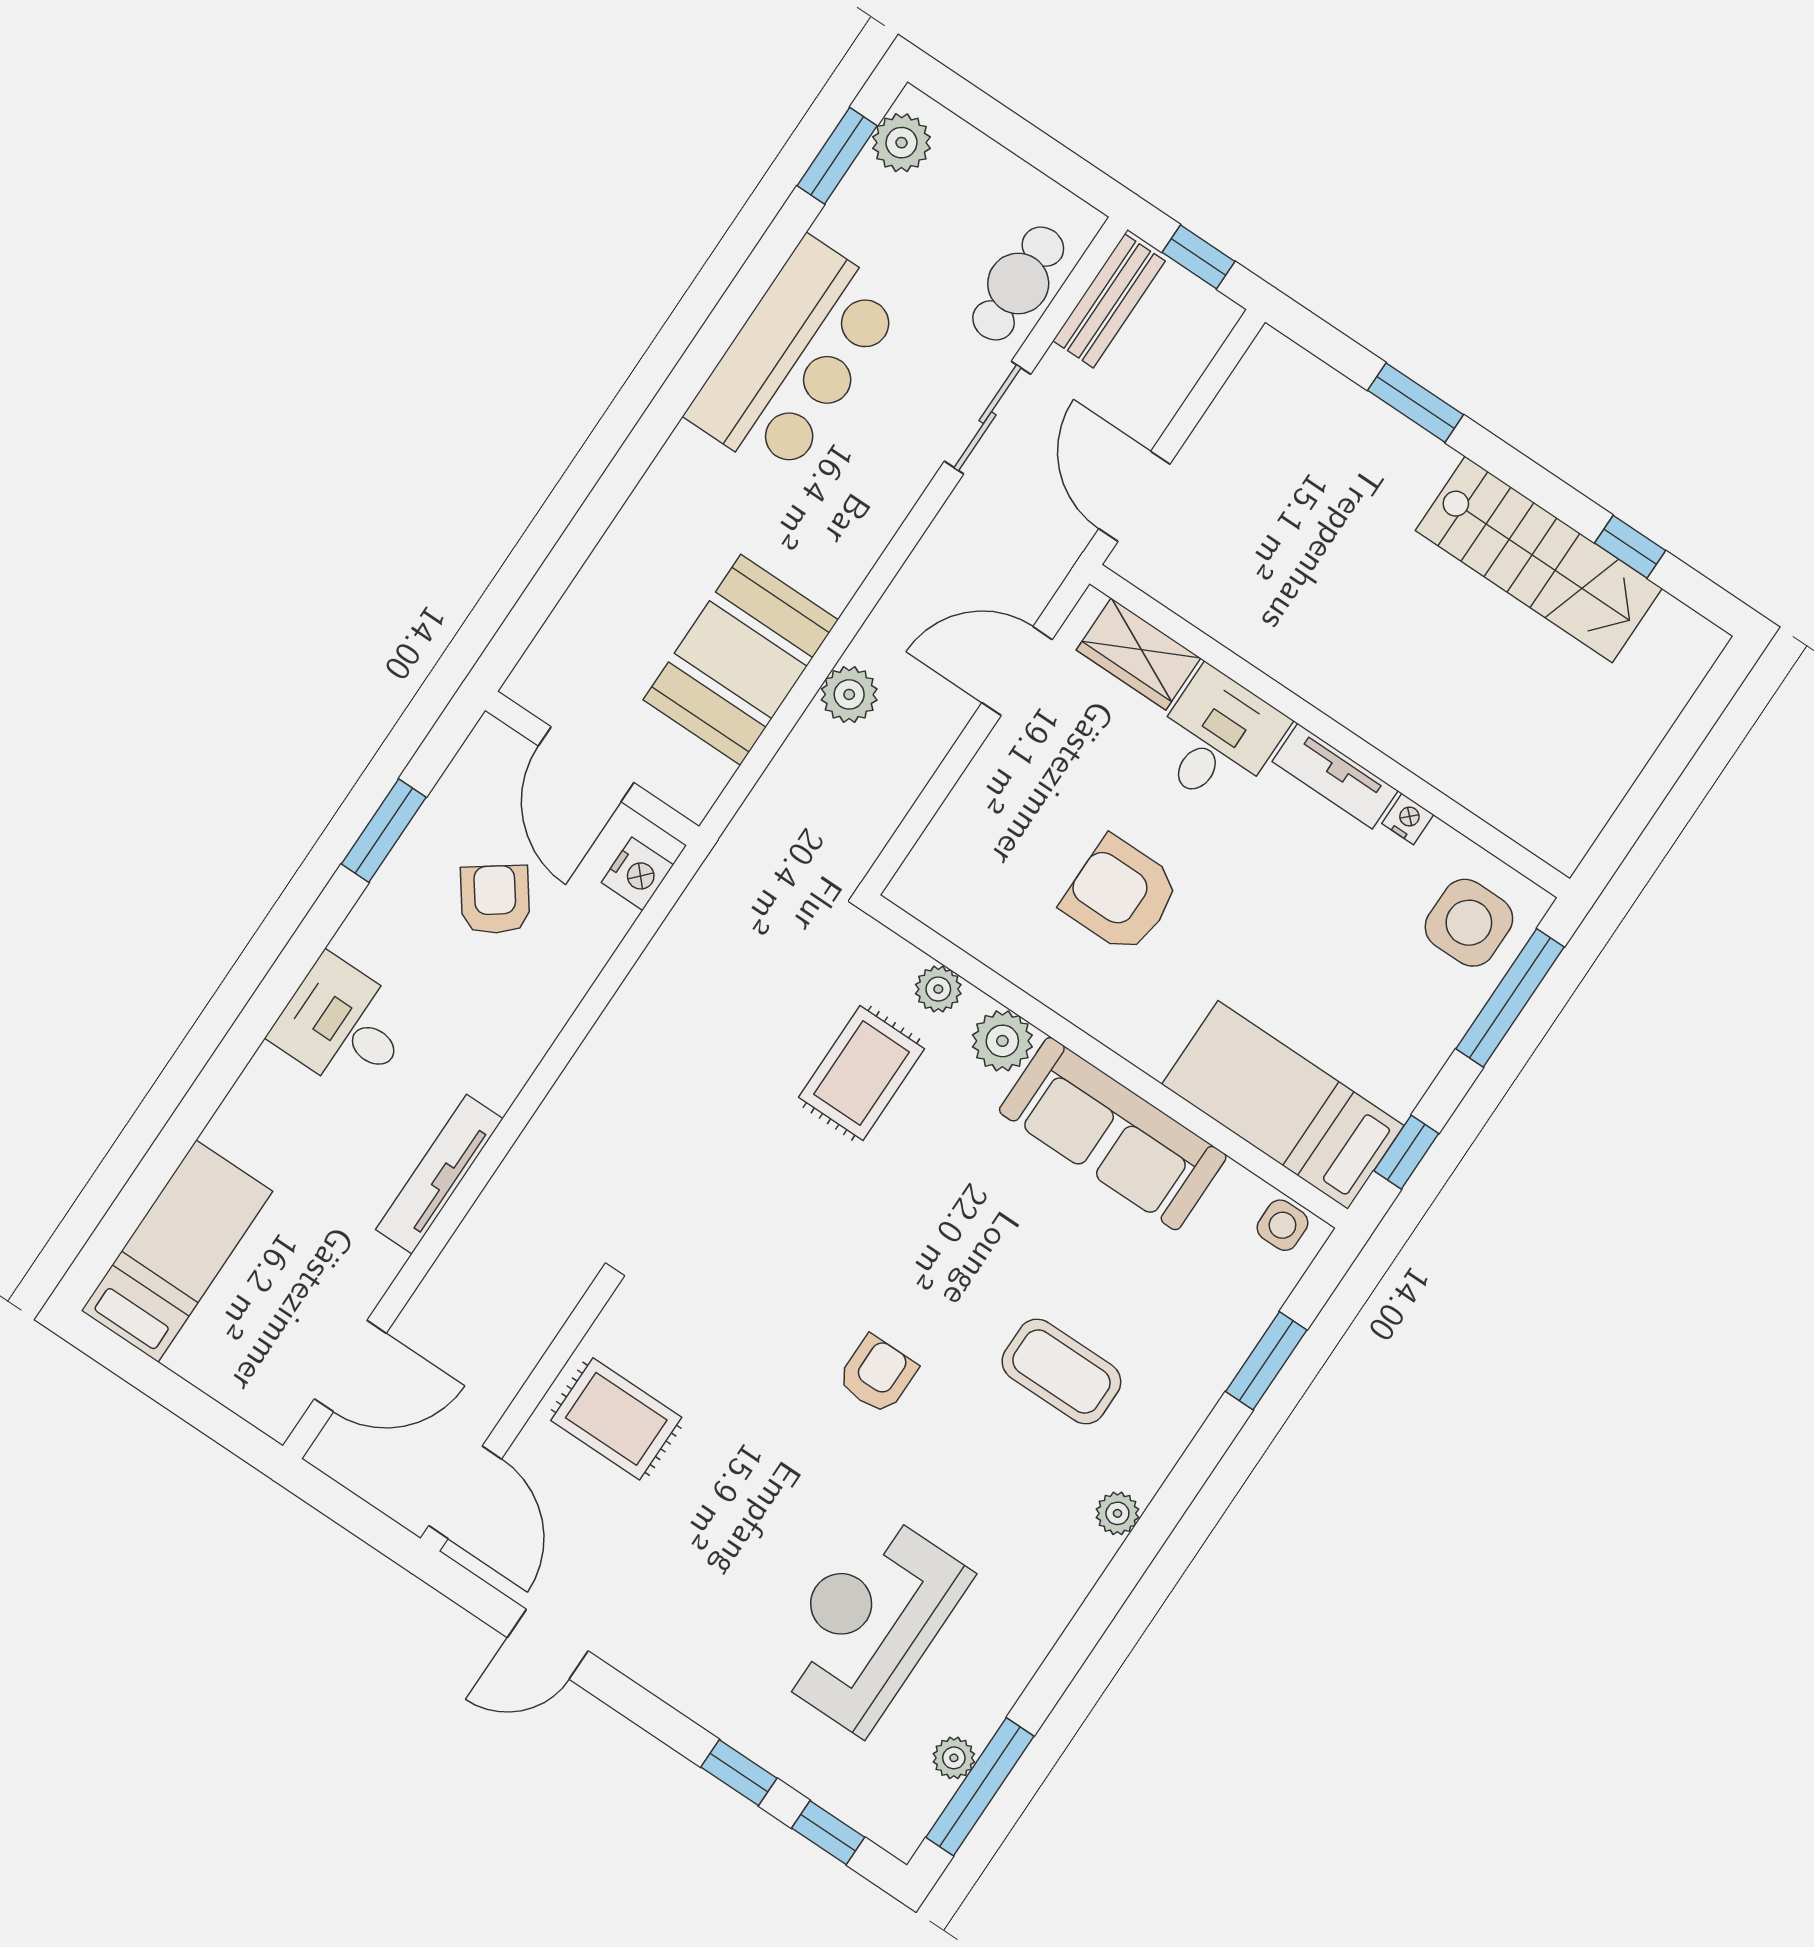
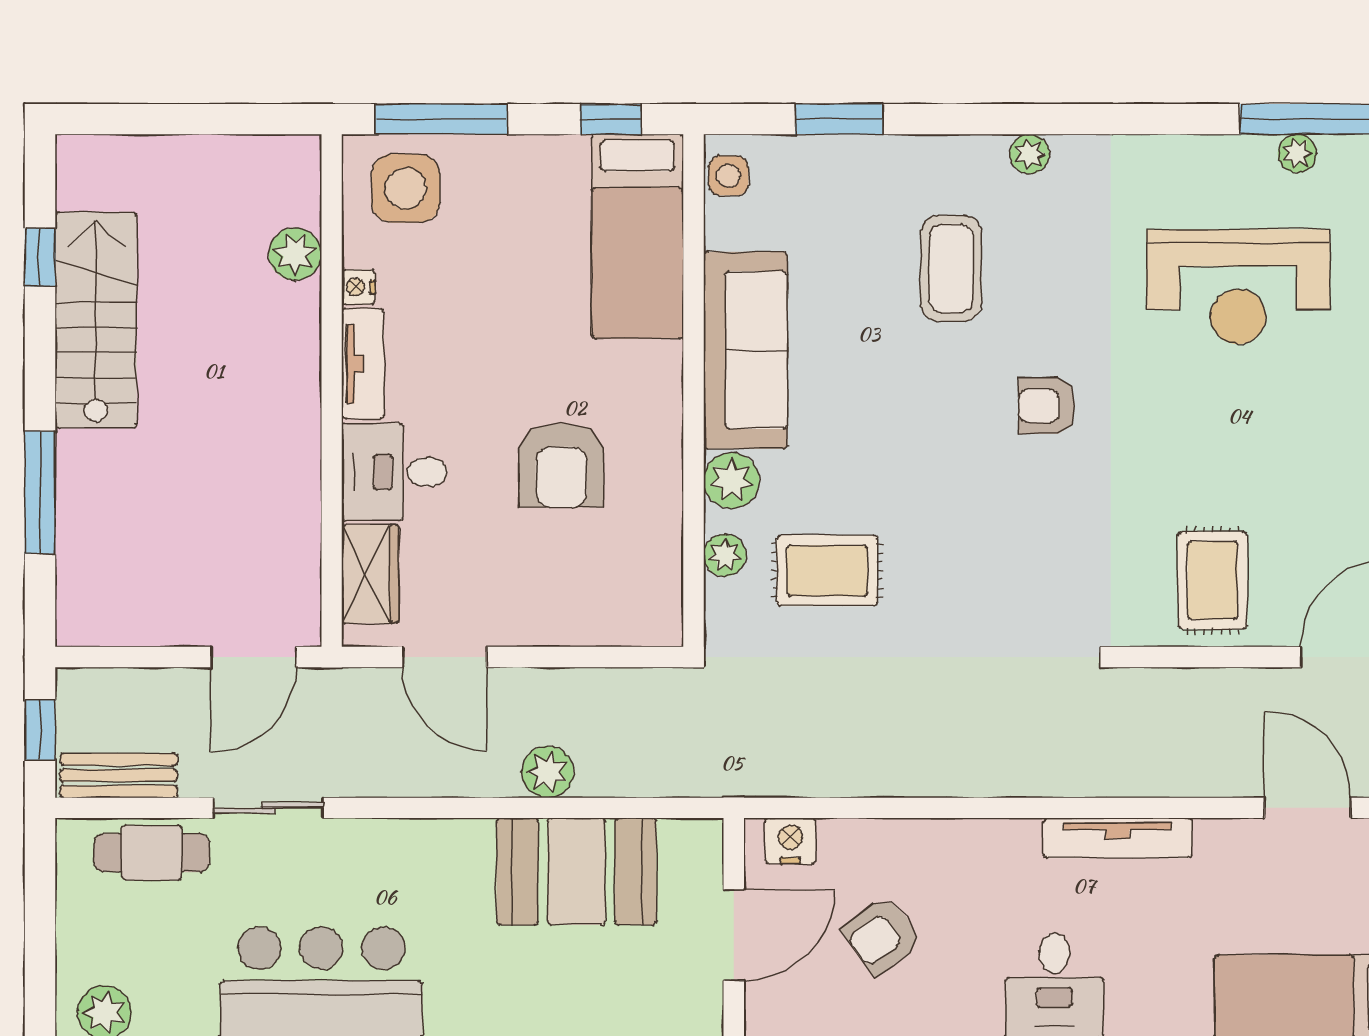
window: (1415, 403) -> (40, 493), width x1.44
plant: (1477, 782) -> (295, 254), added

